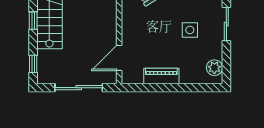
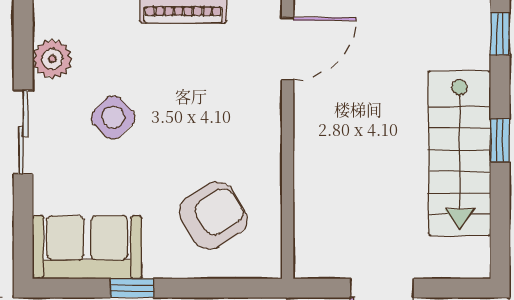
side table: (190, 30) -> (113, 117), turned 45
plant: (214, 68) -> (52, 59), moved

